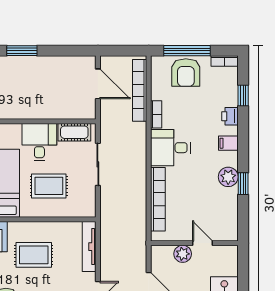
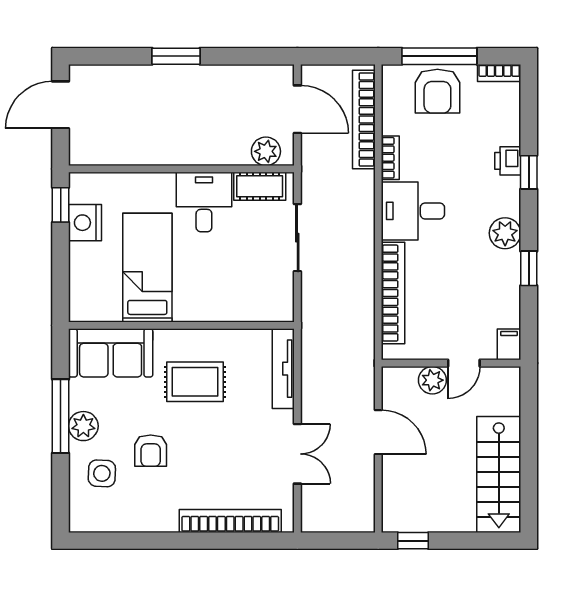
window: (243, 95) -> (529, 172), moved
plant: (78, 110) -> (266, 151), added
filing cabinet: (228, 143) -> (509, 344), moved, turned 90
plant: (228, 177) -> (505, 233), moved
rug: (49, 186) -> (219, 272), removed
door: (202, 243) -> (464, 363), swing flipped

